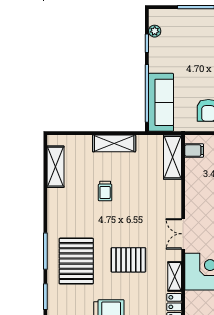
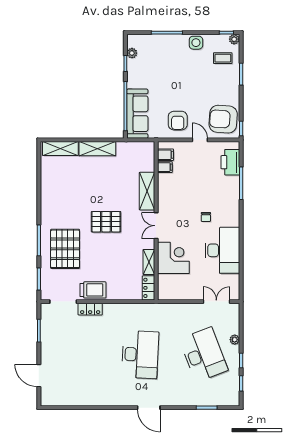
shelving: (172, 157) -> (147, 191), moved
filing cabinet: (193, 165) -> (165, 167), added
shelving: (56, 167) -> (60, 149), moved, turned 90
trolley: (105, 191) -> (90, 189), removed
pallet: (128, 260) -> (106, 222), moved

